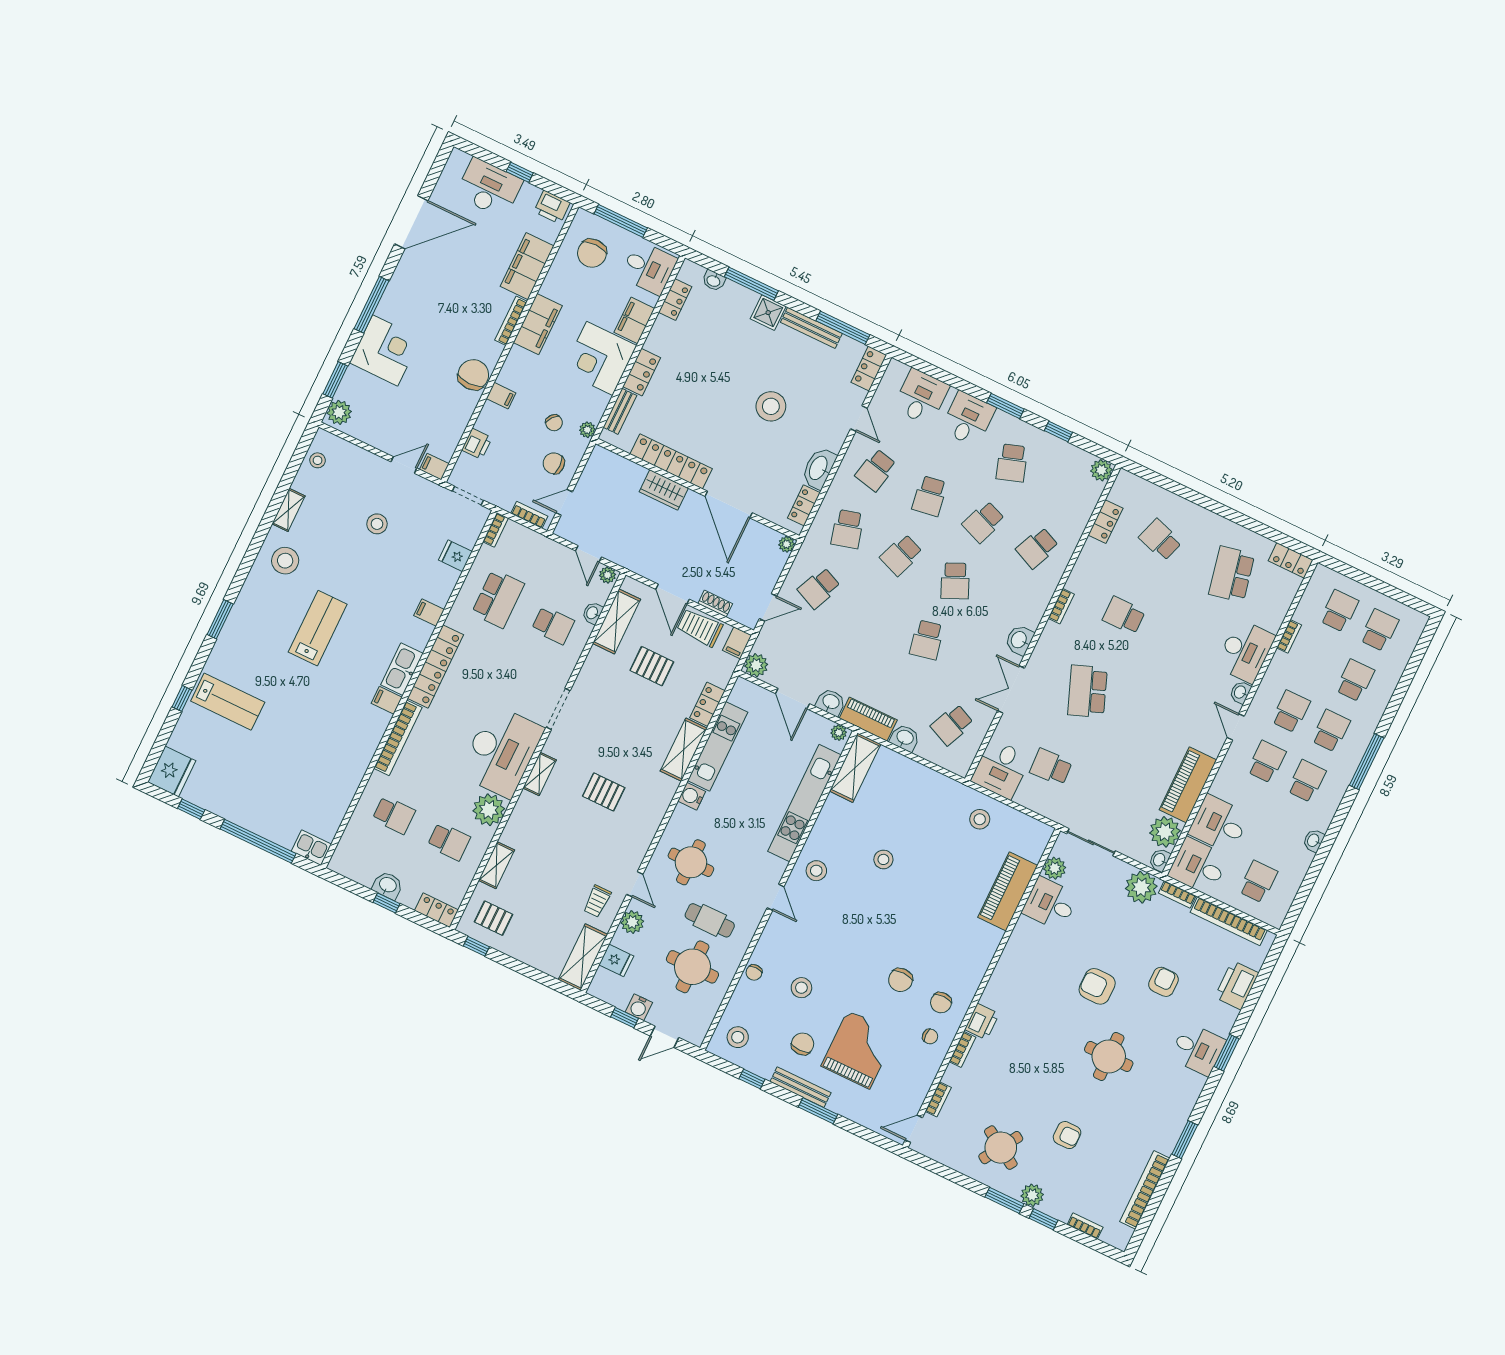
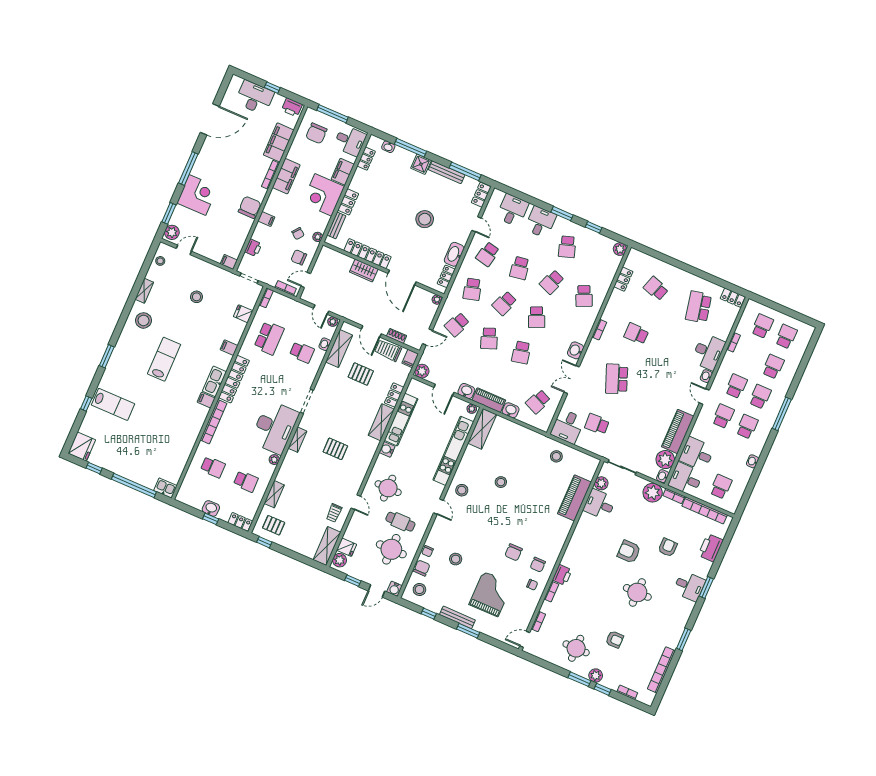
door: (404, 465) -> (184, 250), moved
school desk: (1037, 548) -> (584, 296), turned -48
school desk: (873, 614) -> (489, 338), added
plant: (489, 810) -> (274, 460), width x0.53, depth x0.53
plant: (632, 922) -> (340, 560), moved
water cooler: (639, 1007) -> (395, 589), moved
chair: (803, 1044) -> (422, 568), moved
round table: (1001, 1148) -> (576, 648), turned -32

